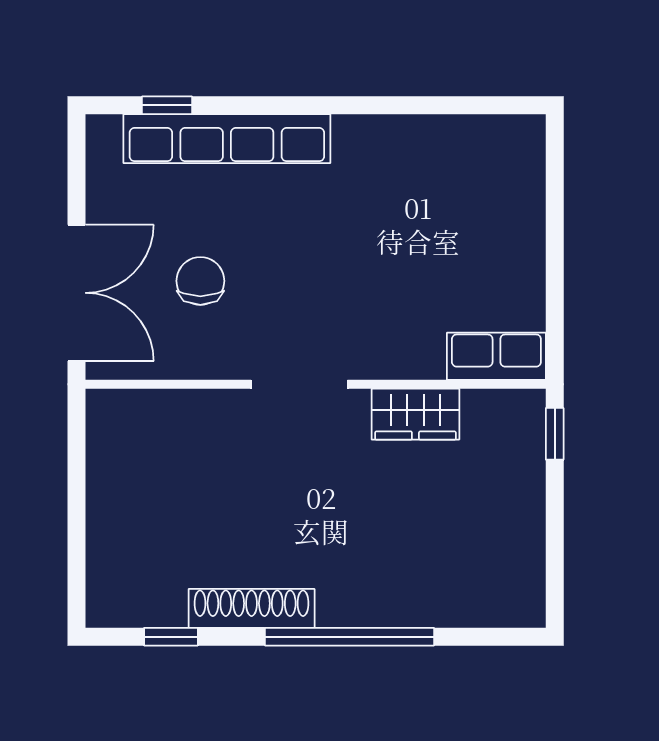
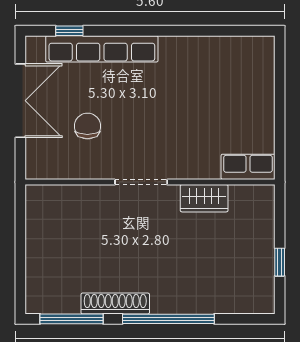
double door: (76, 293) -> (20, 101), moved
window: (555, 434) -> (280, 262), moved
window: (171, 637) -> (72, 319), width x2.17

